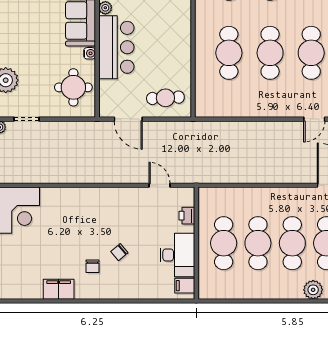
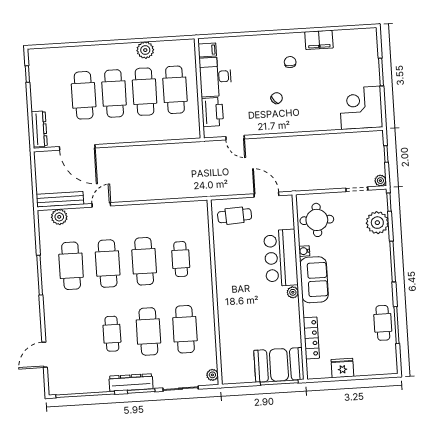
cafe table: (229, 53) -> (181, 259), width x0.73, depth x0.74
printer: (187, 216) -> (212, 112), width x1.87, depth x1.48
chair: (119, 252) -> (277, 98), moved
plant: (313, 290) -> (145, 50), moved

